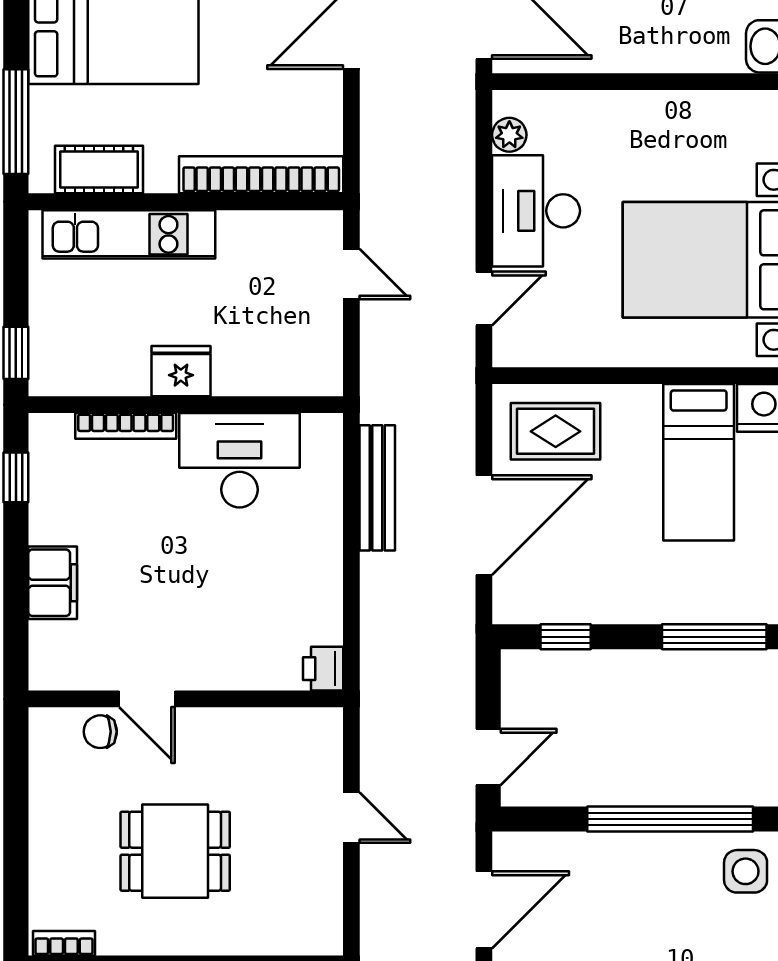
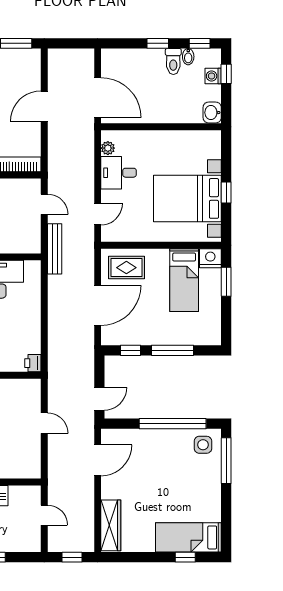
desk: (536, 211) -> (119, 173), width x0.73
bench: (377, 488) -> (55, 249), moved
window: (714, 637) -> (173, 350), moved

